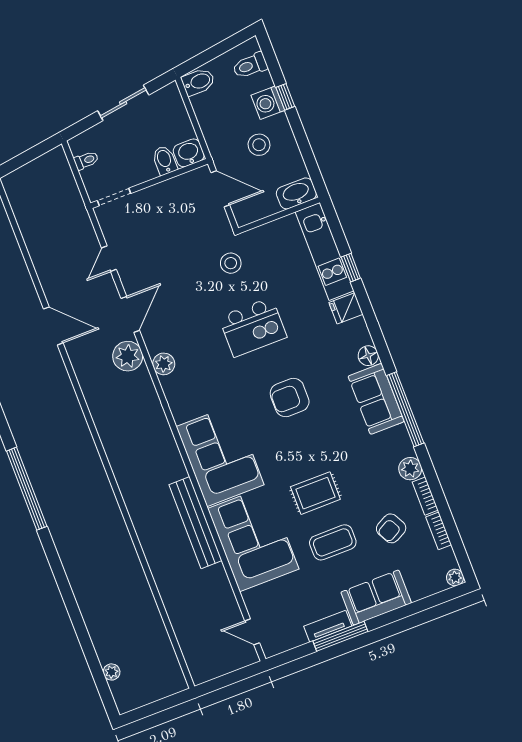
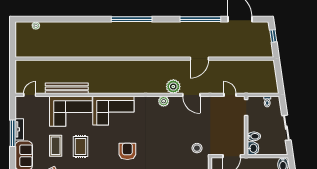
door: (109, 259) -> (230, 95), moved
kitchen island: (253, 327) -> (165, 147), removed
bench: (195, 523) -> (67, 88), moved

